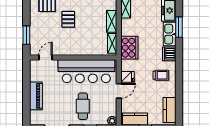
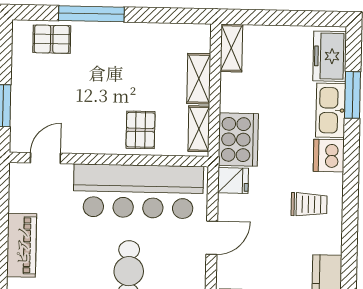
pallet: (68, 19) -> (141, 130), moved
fridge: (128, 77) -> (233, 181), moved

